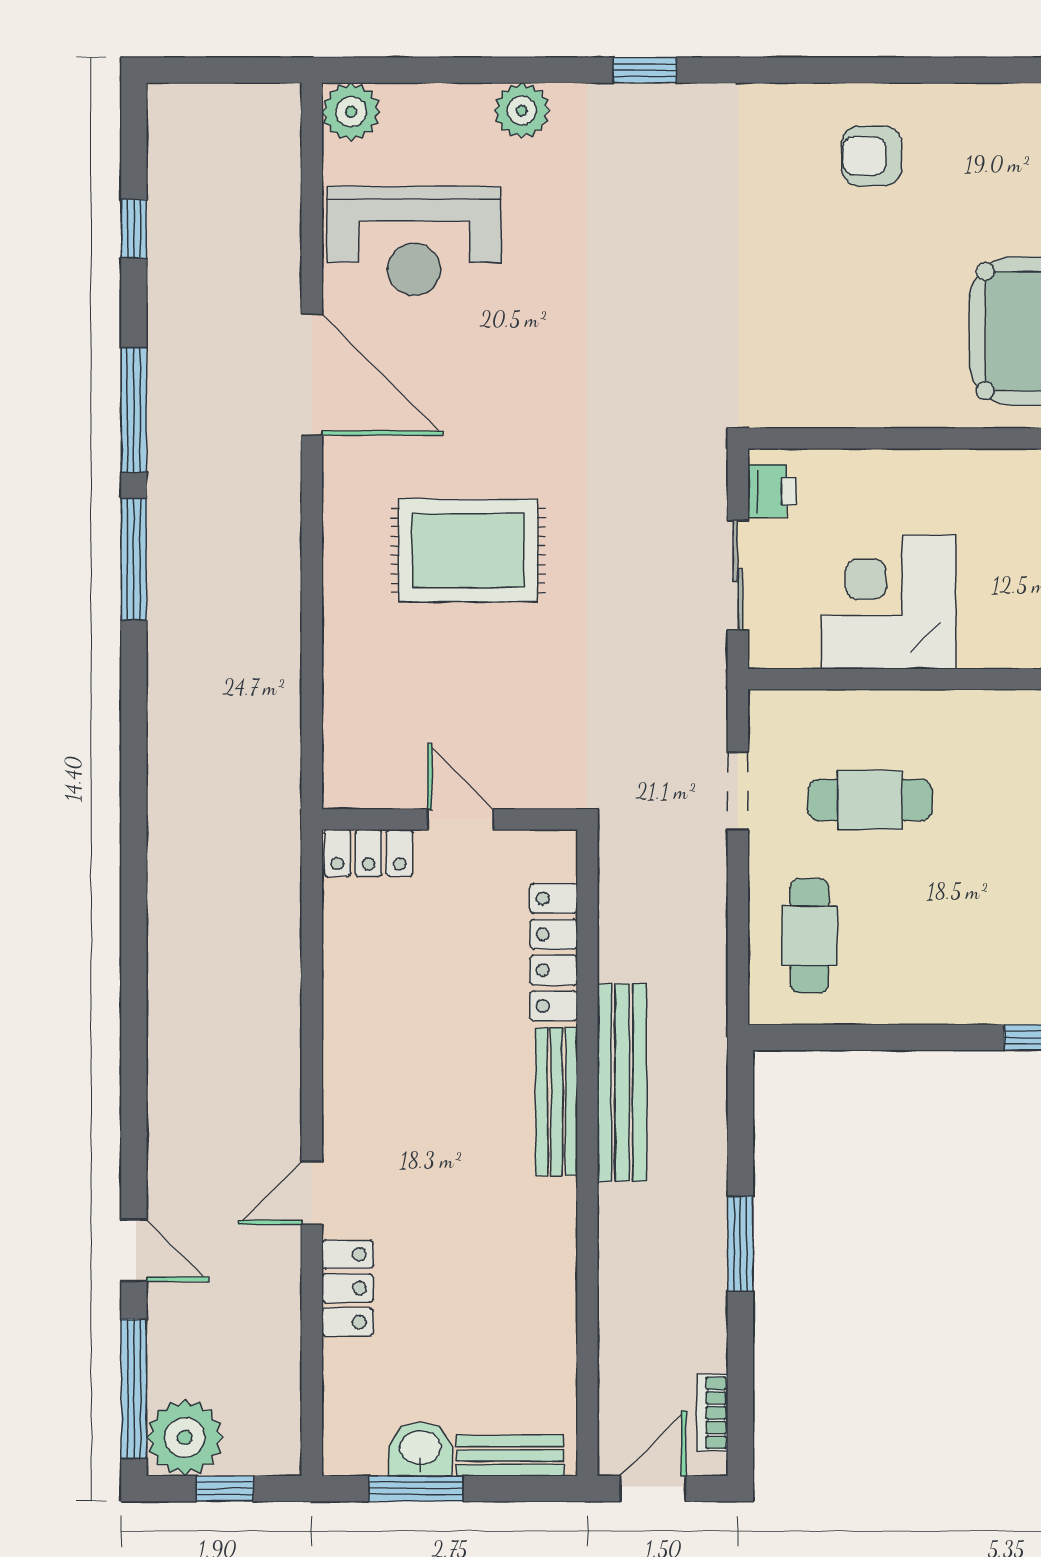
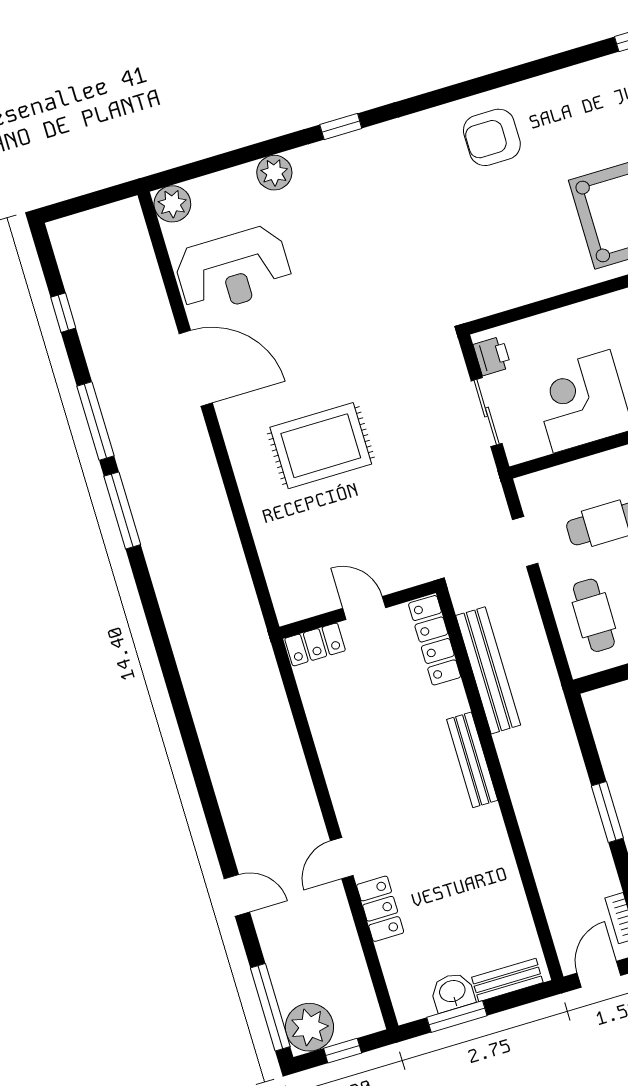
armchair: (872, 156) -> (492, 137), width x1.38, depth x1.38
locker: (554, 952) -> (435, 640), moved
bench: (622, 1083) -> (488, 670), moved
door: (134, 1250) -> (237, 895), moved

